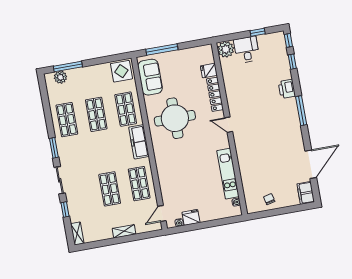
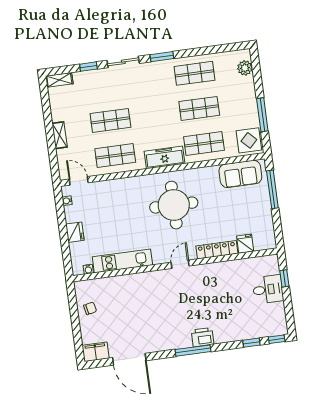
window: (258, 32) -> (284, 278), moved
plant: (226, 49) -> (269, 265), removed
window: (68, 66) -> (262, 115), moved
printer: (287, 89) -> (203, 337), moved
round table: (175, 118) -> (174, 205), moved
fridge: (191, 217) -> (75, 232), moved

